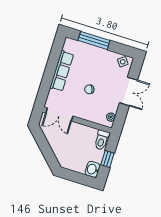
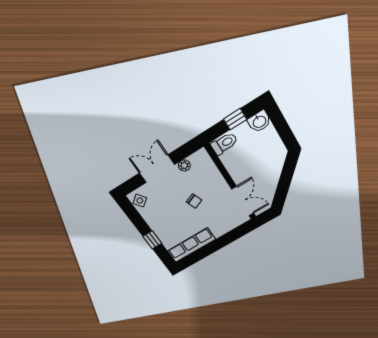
window: (94, 40) -> (152, 240), width x0.46
row of seats: (62, 71) -> (191, 245), moved
plant: (111, 117) -> (184, 165), moved

